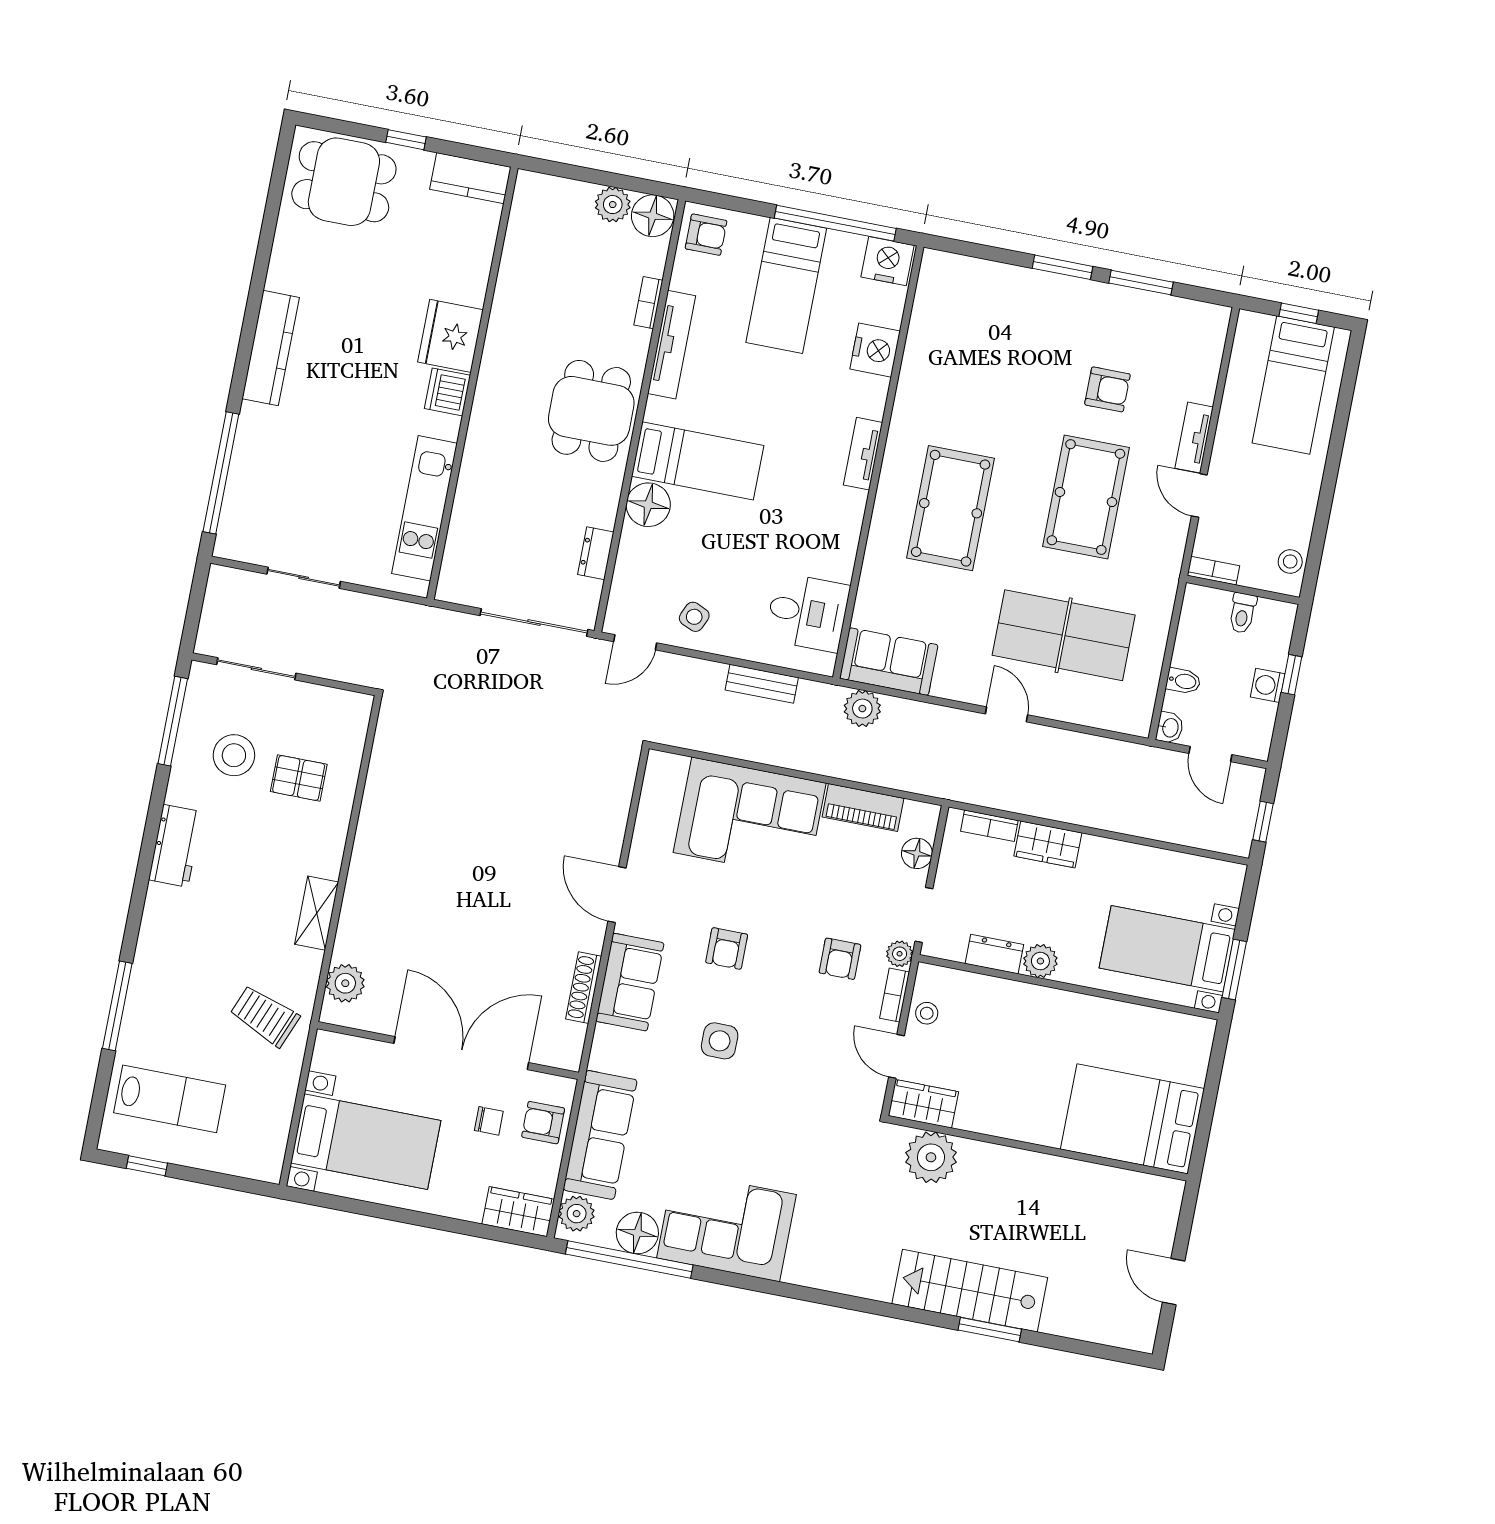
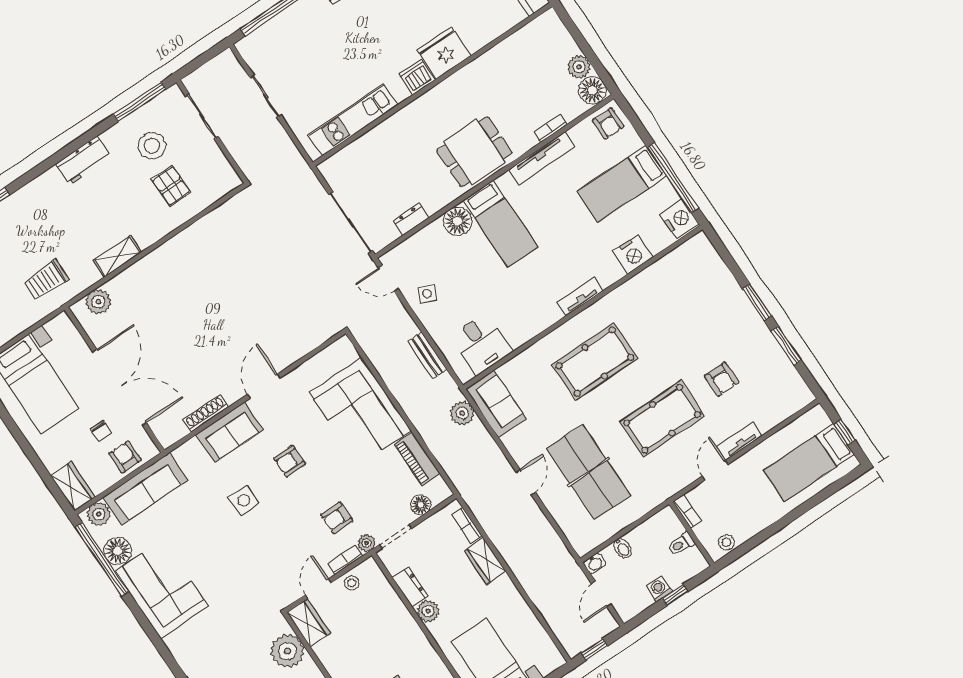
trolley: (265, 1016) -> (46, 280), turned -112

